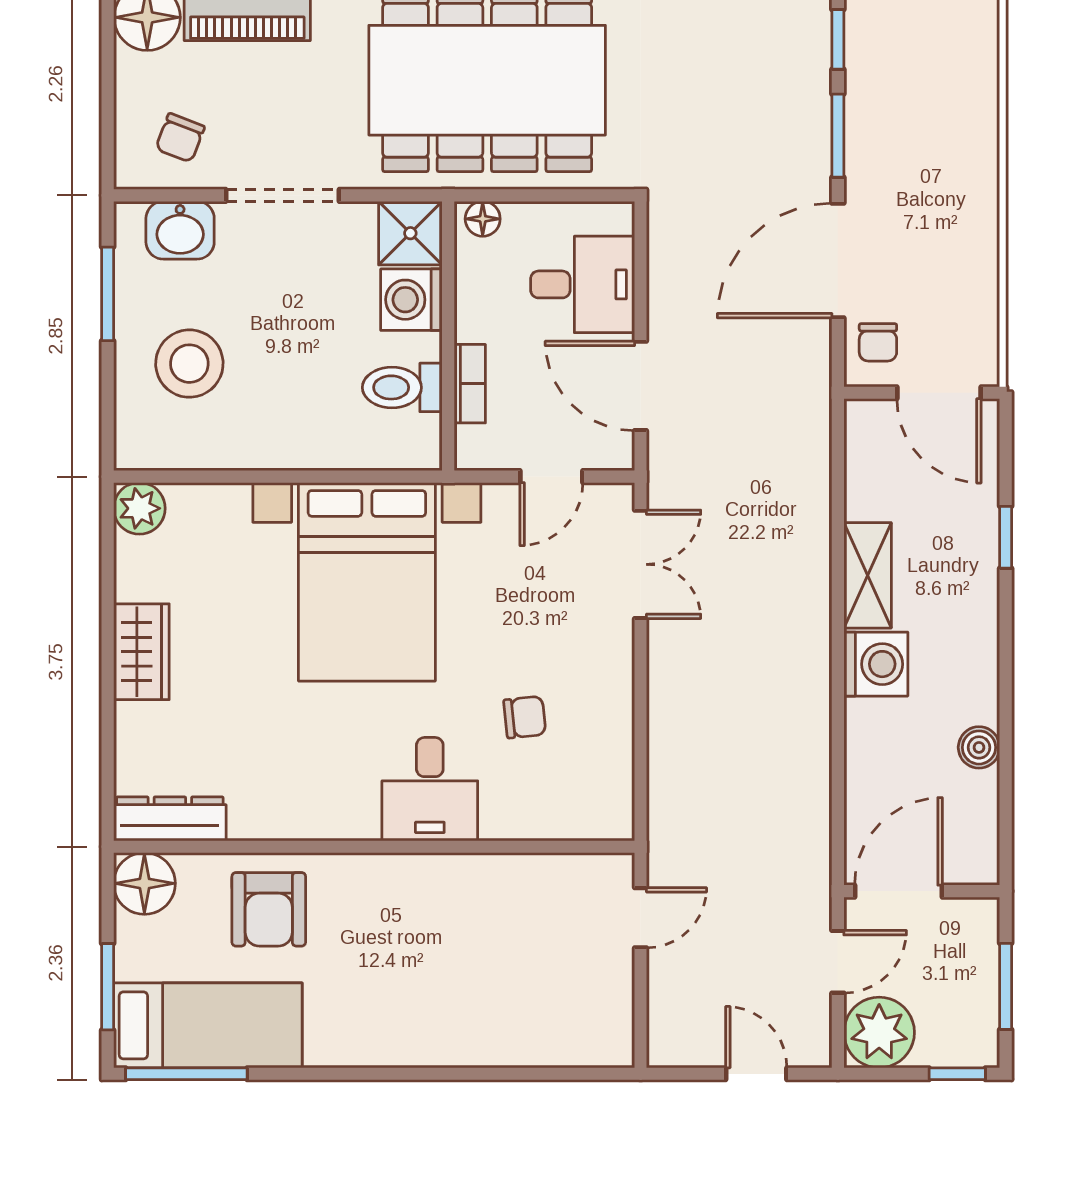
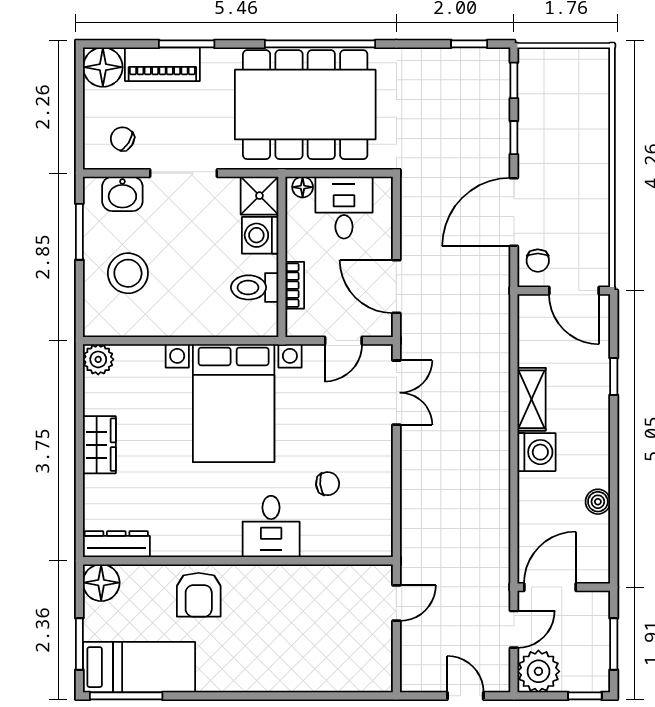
window: (838, 136) -> (514, 138), width x0.67
chair: (180, 138) -> (122, 139), turned 101
desk: (583, 284) -> (344, 208), moved, turned -90
armchair: (269, 909) -> (199, 595), moved

